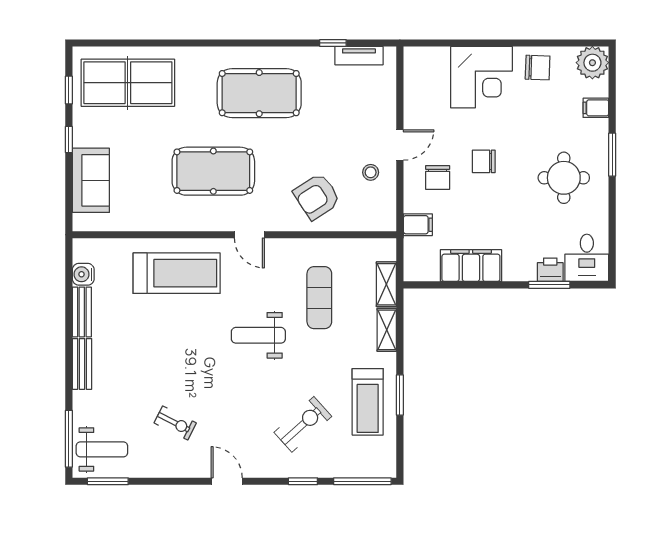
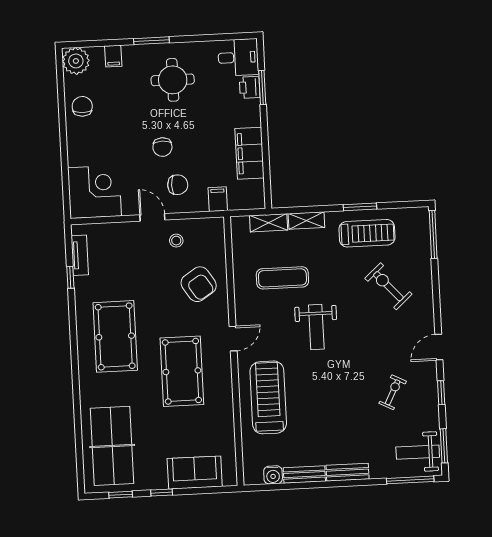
corner desk: (482, 77) -> (95, 192), moved
weight bench: (102, 449) -> (418, 452), turned -90
window: (303, 481) -> (441, 393), moved

